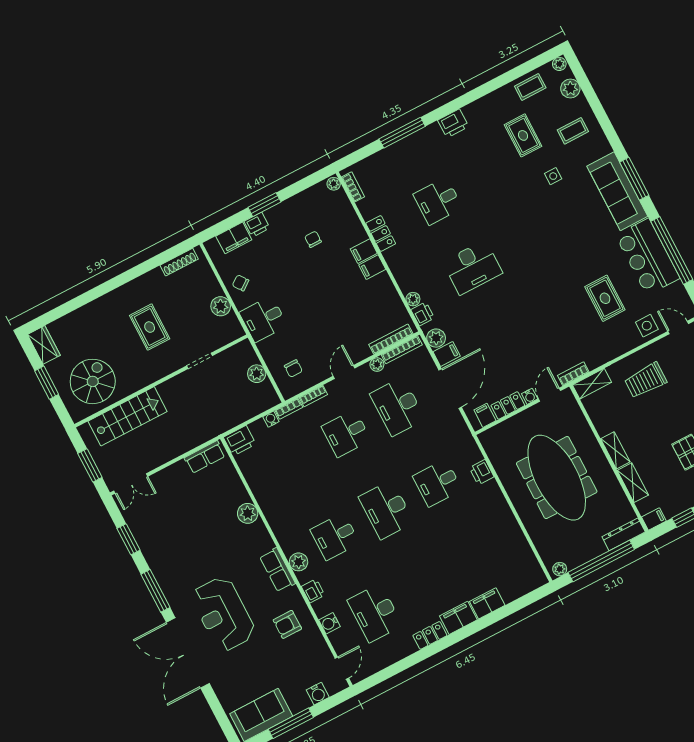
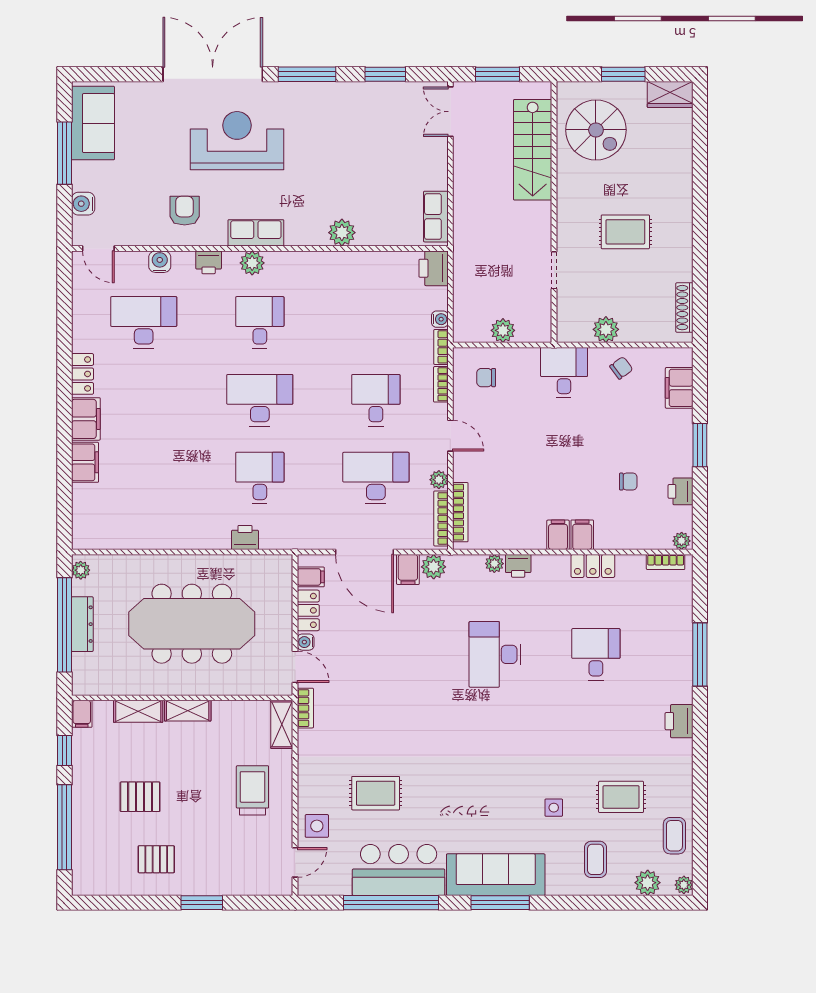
printer: (257, 225) -> (681, 491), moved
printer: (423, 314) -> (518, 566), moved
dresser: (624, 534) -> (82, 624), moved

